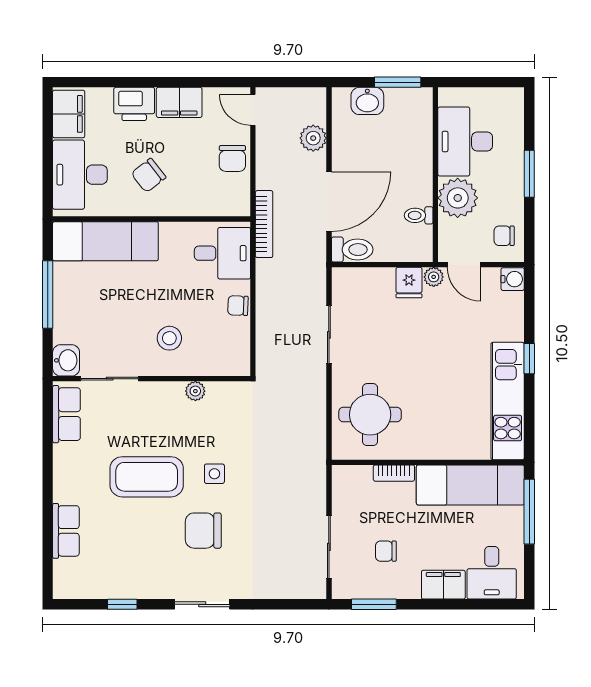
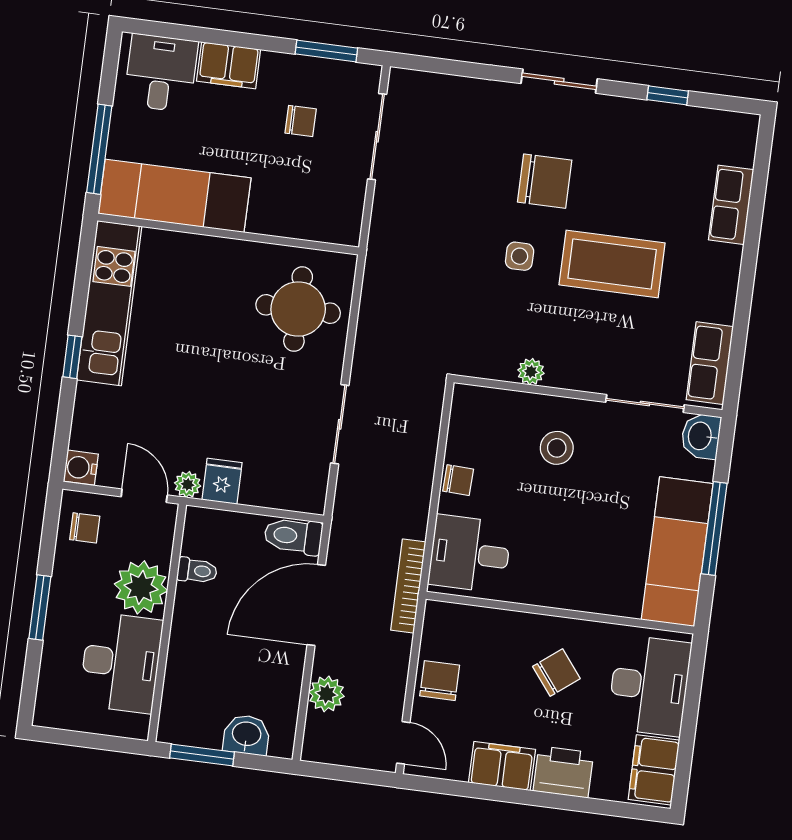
exam couch: (105, 241) -> (677, 552), moved, turned -90
bookcase: (394, 473) -> (276, 225), removed

